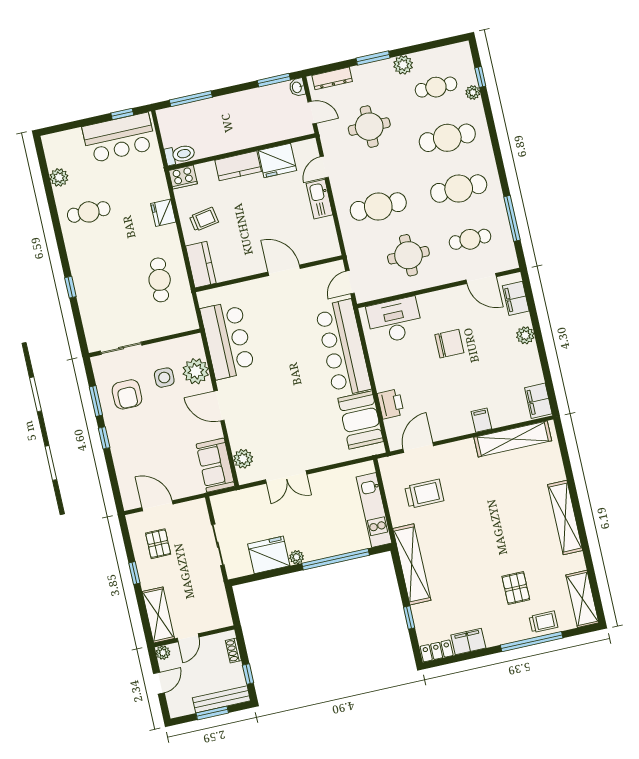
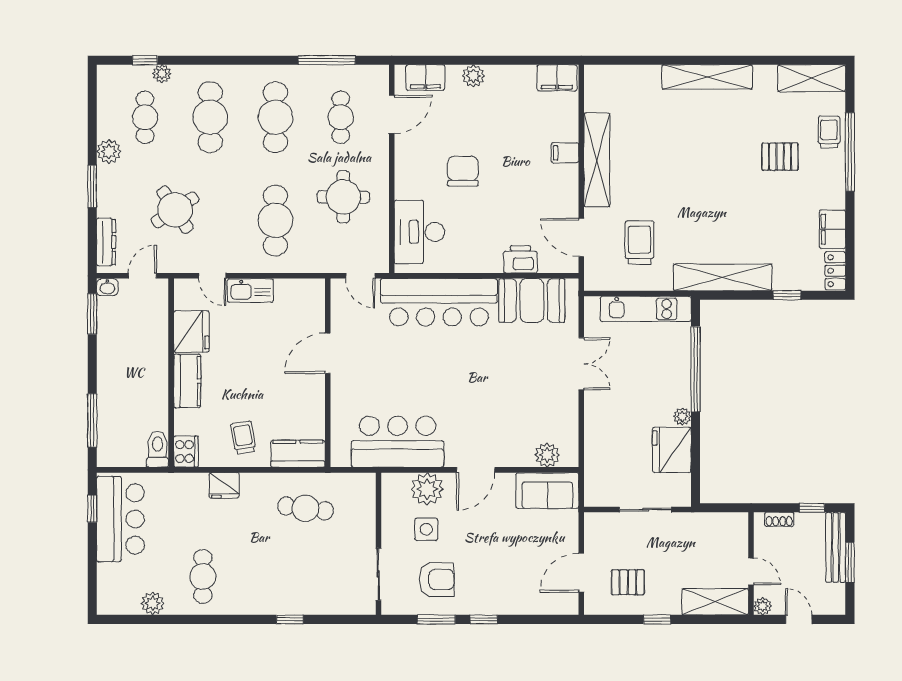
round table: (369, 127) -> (175, 210), turned -33
shelving: (513, 439) -> (597, 160), moved
double door: (286, 477) -> (581, 364), moved

